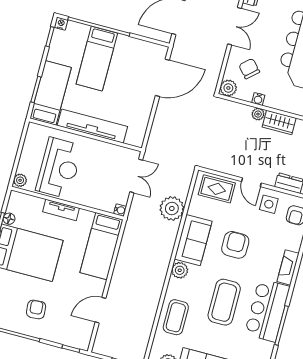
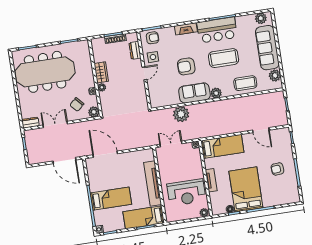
reception desk: (59, 168) -> (186, 192), turned 180
rug: (217, 189) -> (157, 92), removed

